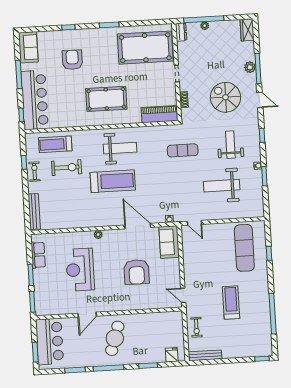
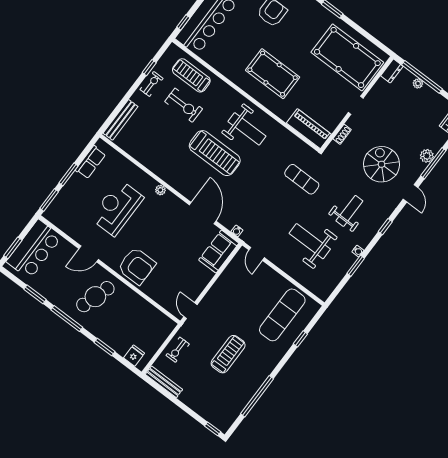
armchair: (137, 272) -> (137, 266), moved, turned -90

